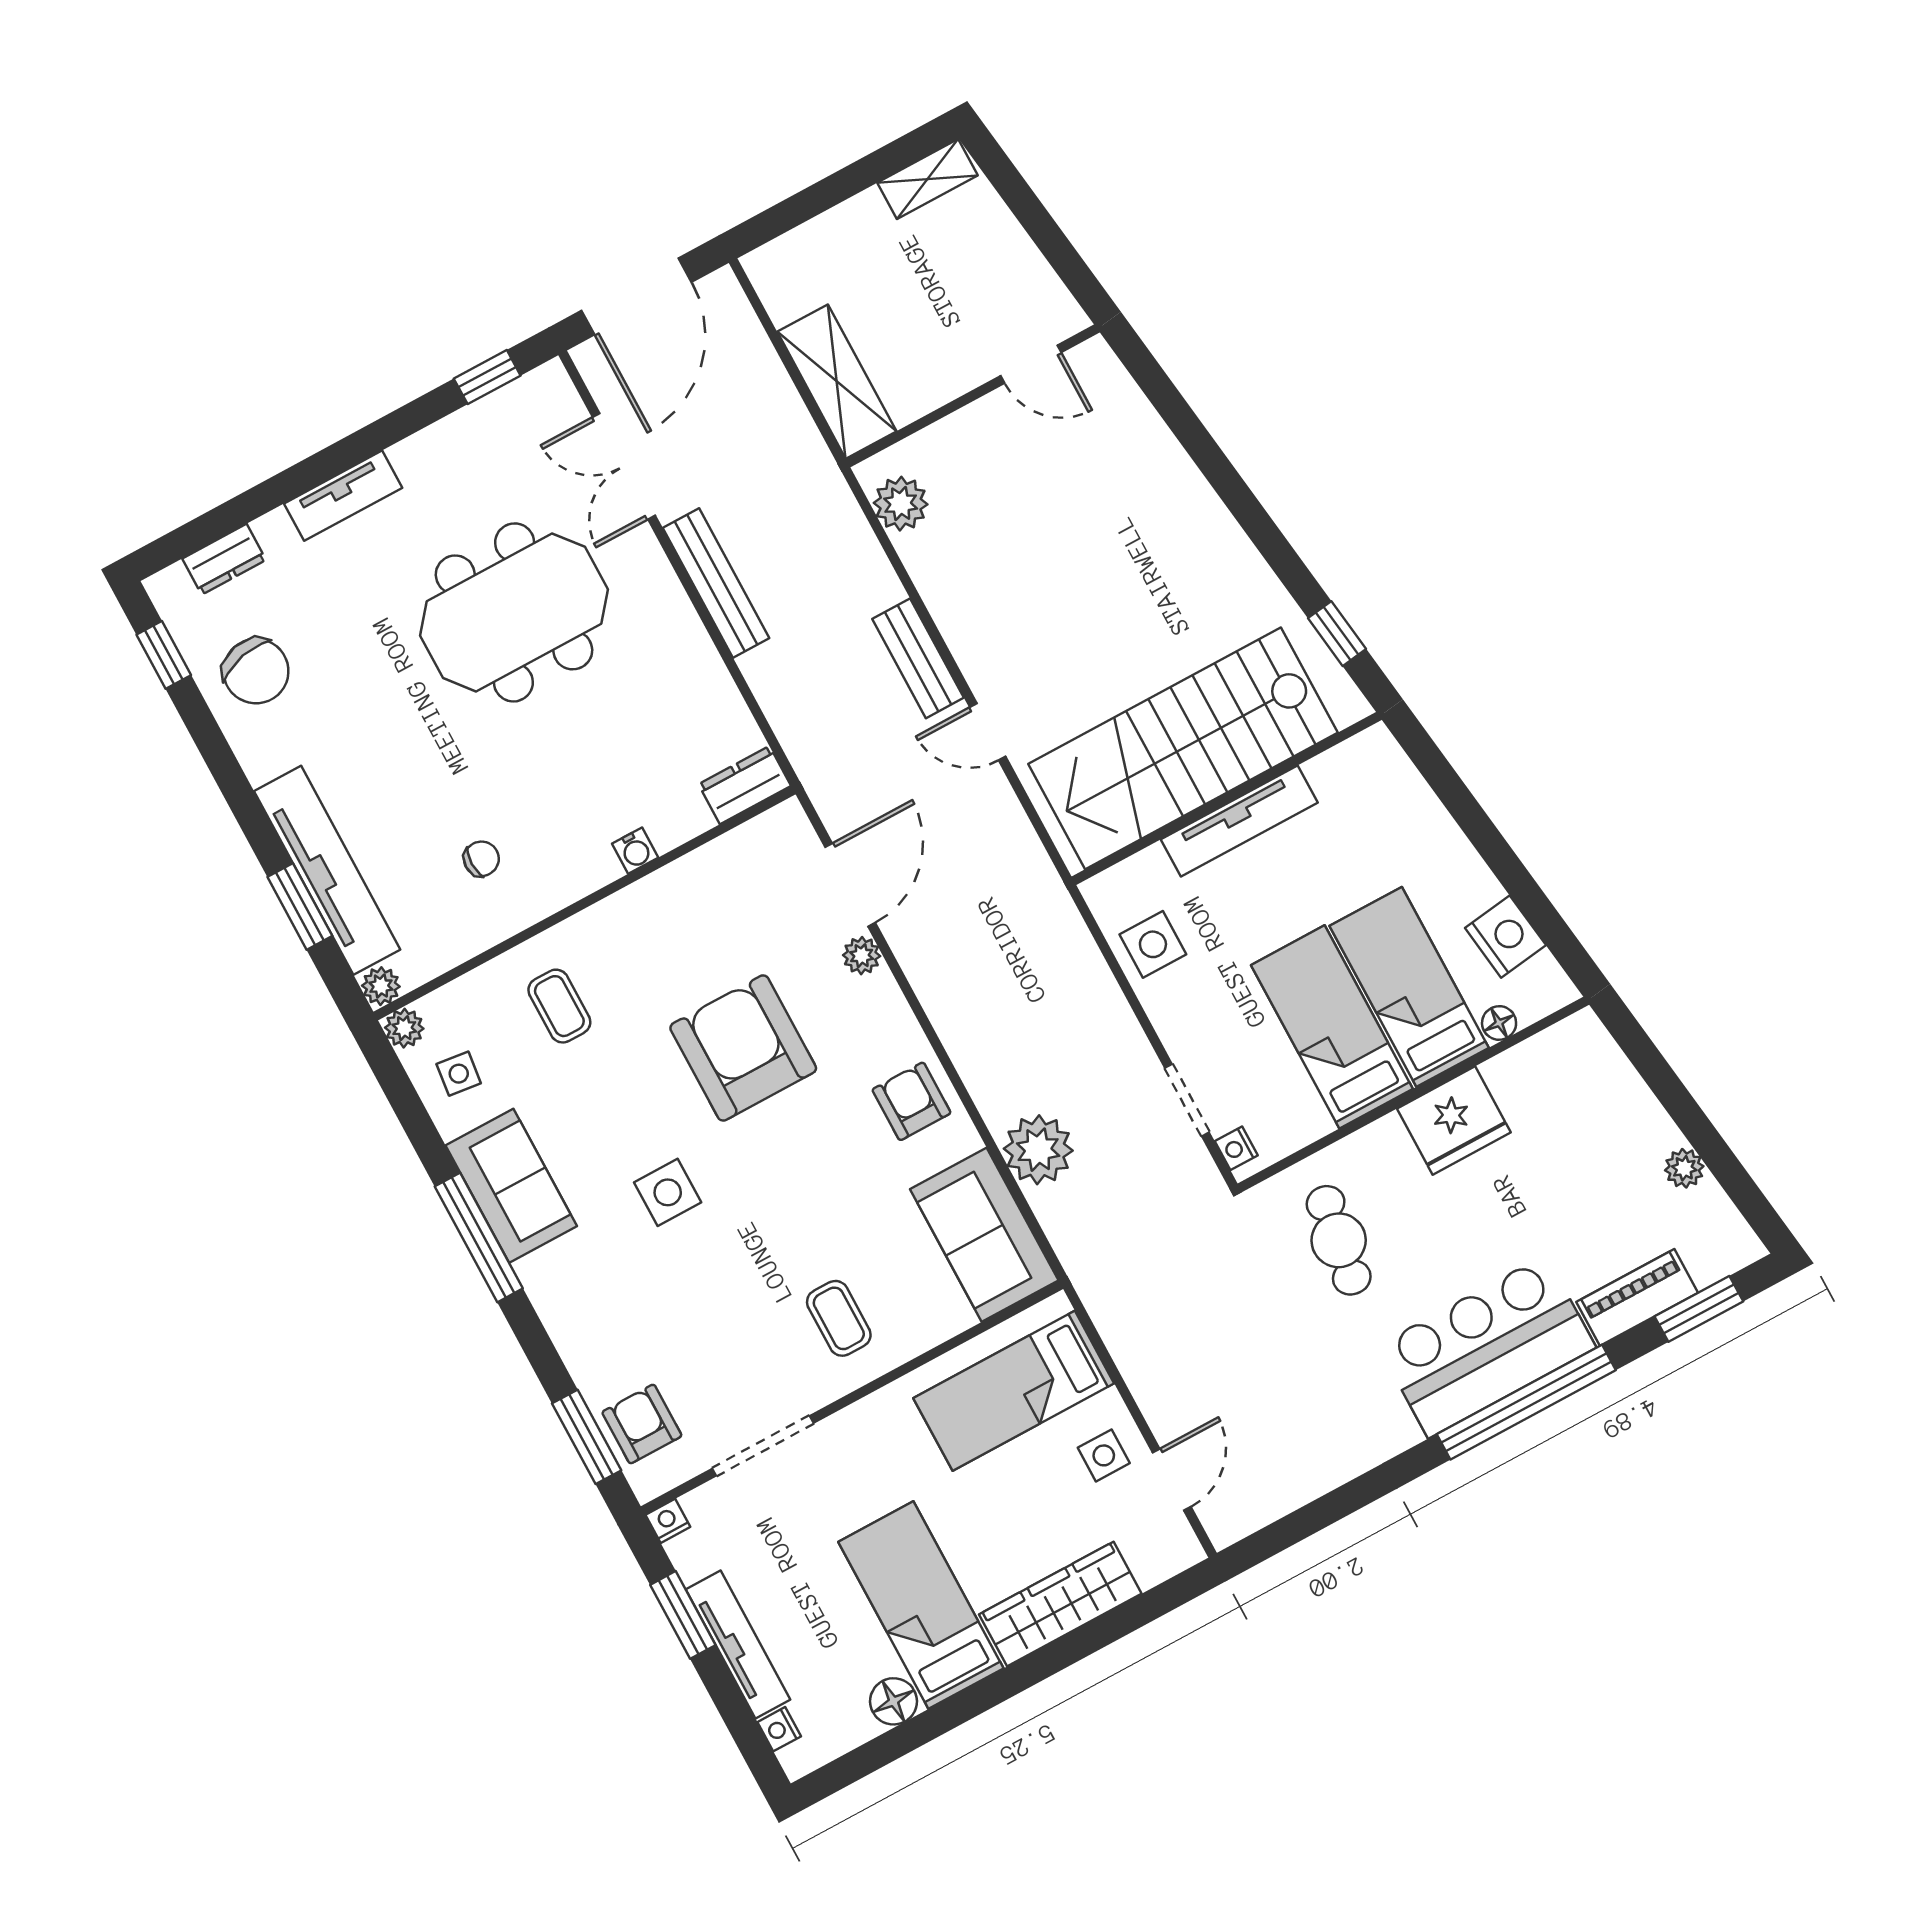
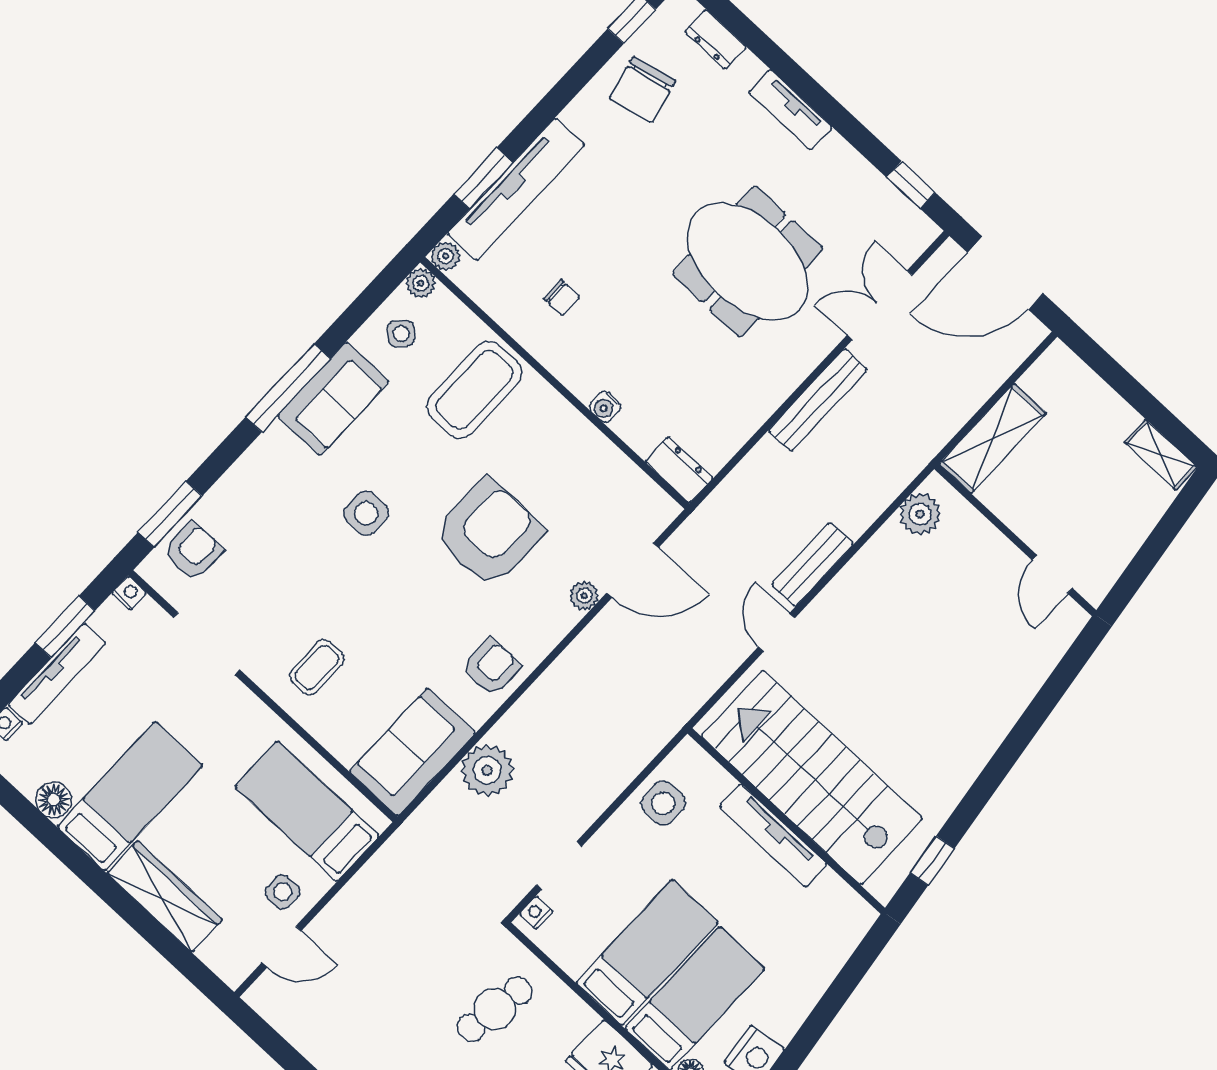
coffee table: (559, 1006) -> (474, 390), width x1.86, depth x1.72
side table: (459, 1074) -> (401, 334), turned 37

